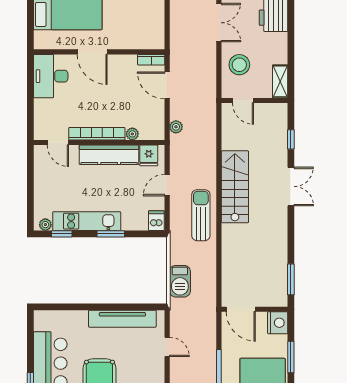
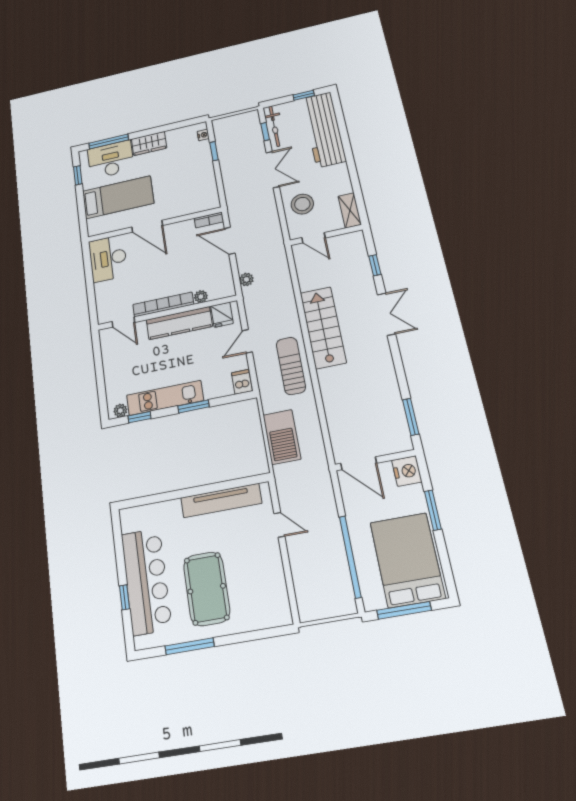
barbecue: (180, 281) -> (282, 437), width x1.37, depth x1.21

